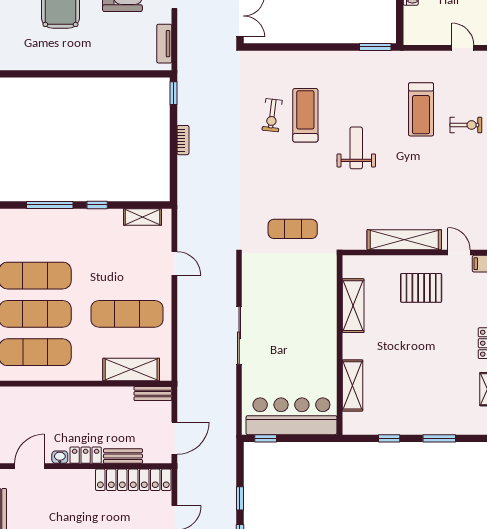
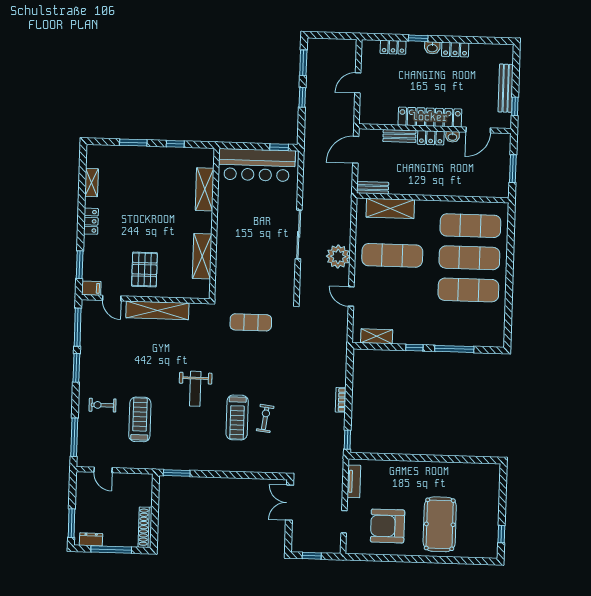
pallet: (421, 288) -> (144, 269), turned 90
plant: (191, 311) -> (338, 256), added
locker: (133, 480) -> (430, 117), moved

